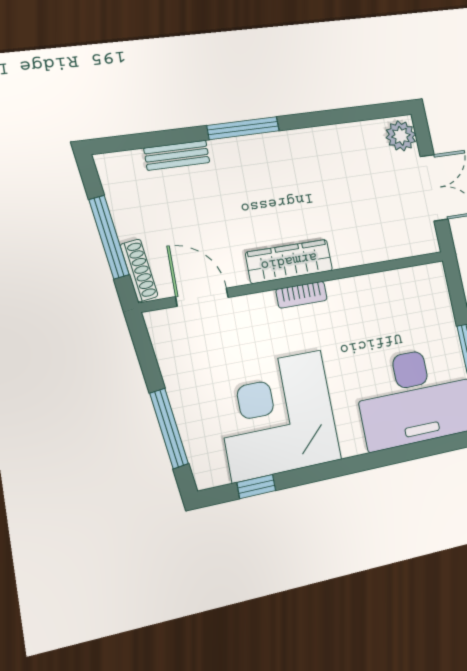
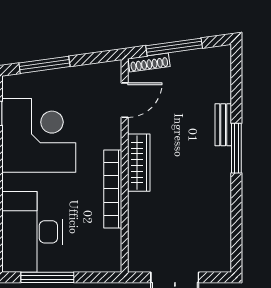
plant: (401, 136) -> (216, 261), removed
bench: (177, 155) -> (223, 125), moved
bookcase: (302, 295) -> (113, 189), width x2.31, depth x1.31

